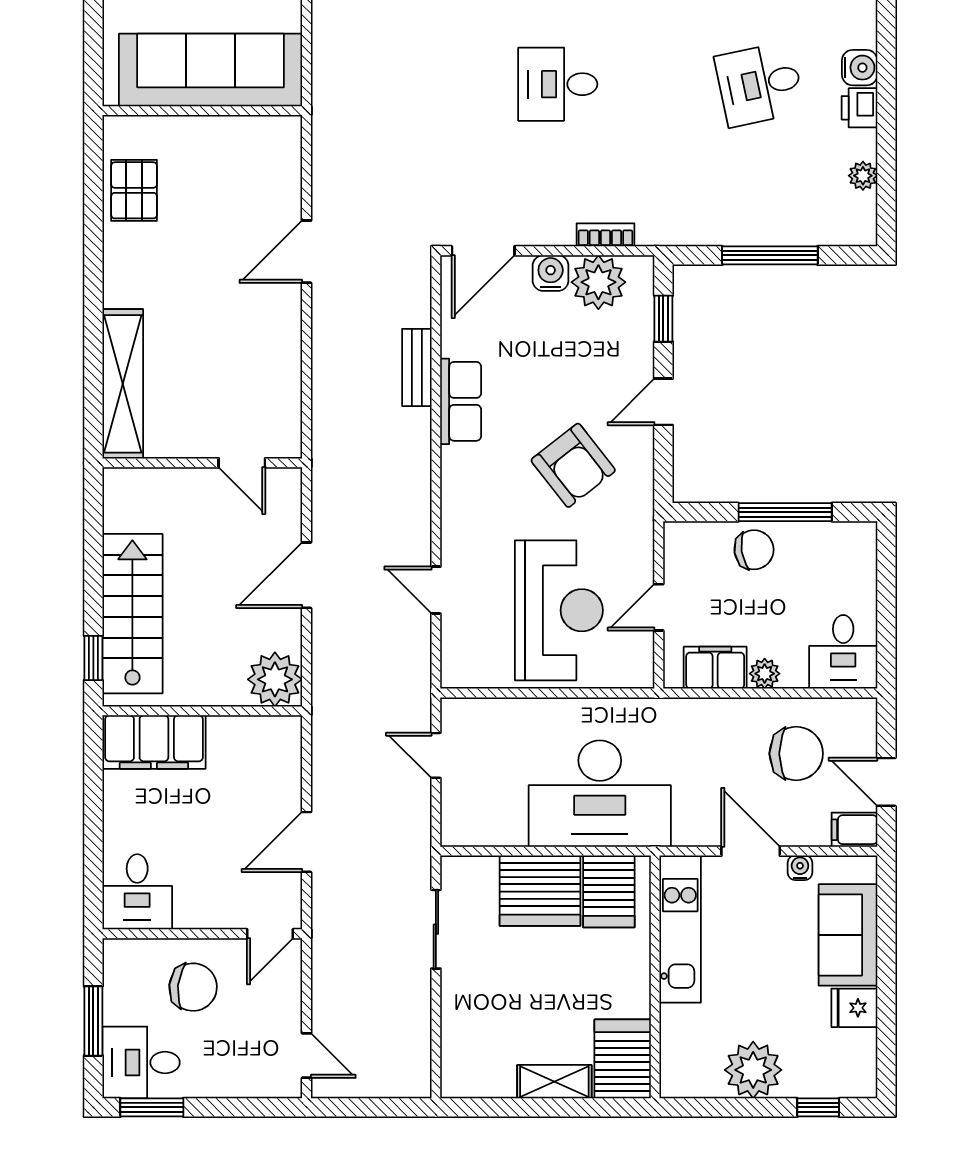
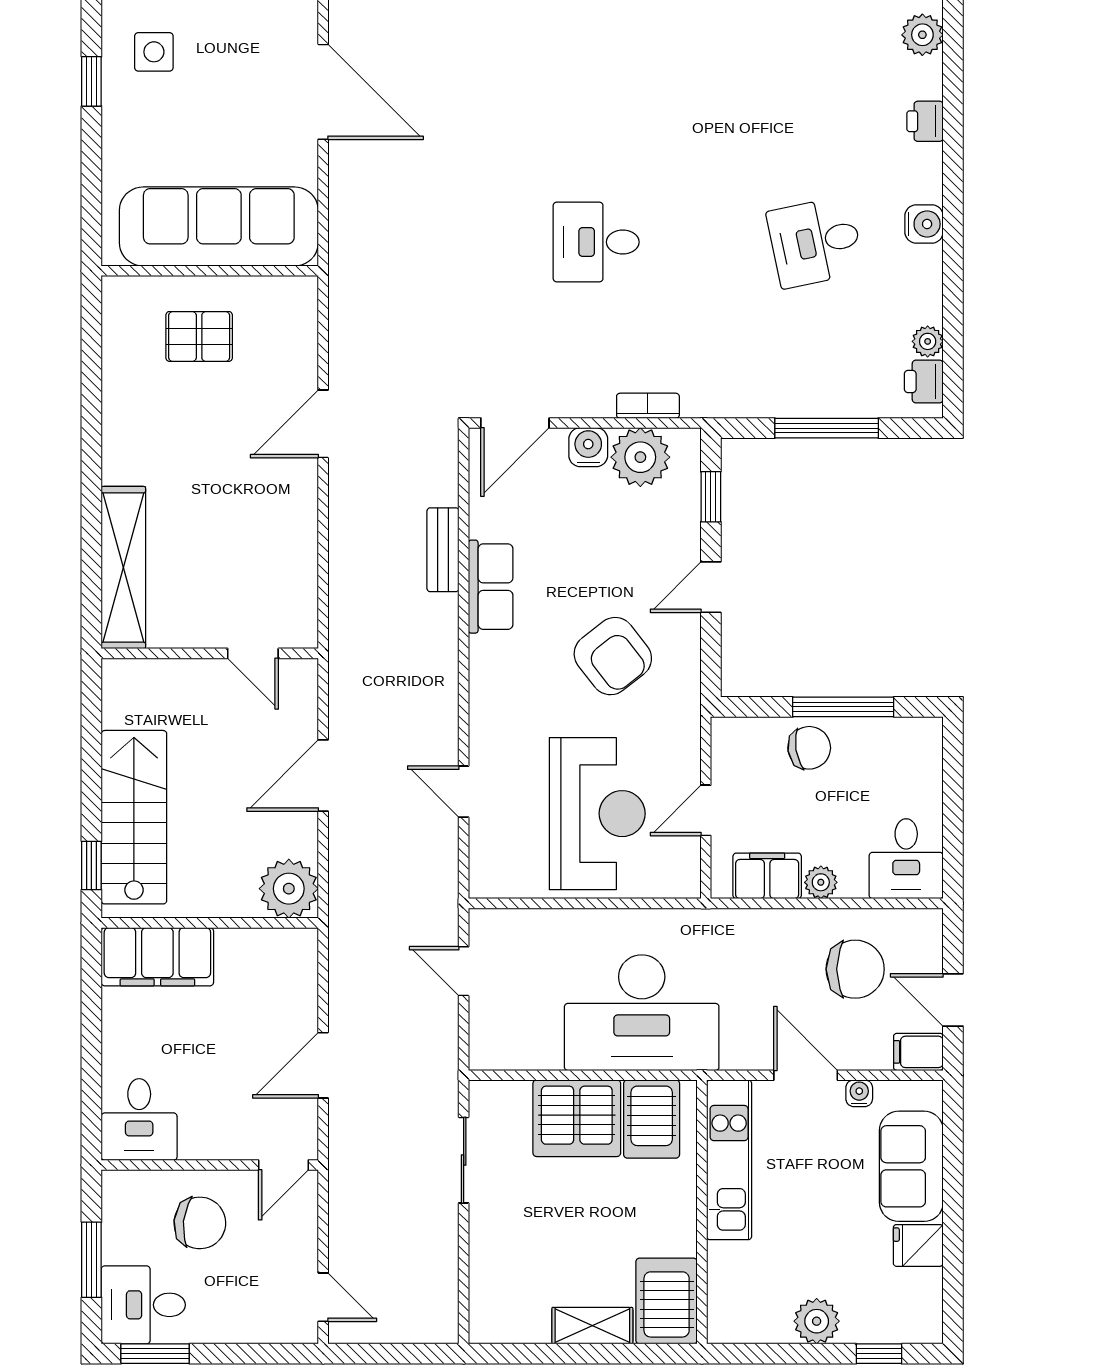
printer: (859, 108) -> (924, 382), moved
pallet: (134, 190) -> (199, 336), moved, turned 90
plant: (753, 1070) -> (817, 1321), width x0.73, depth x0.73

